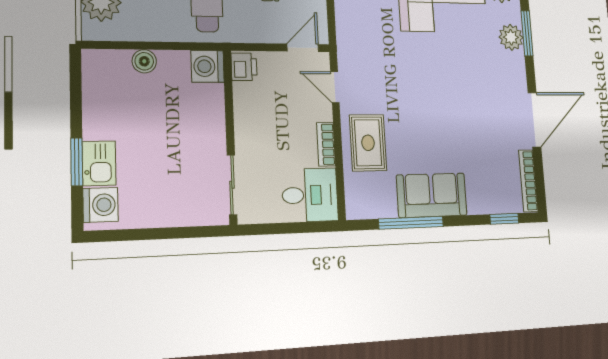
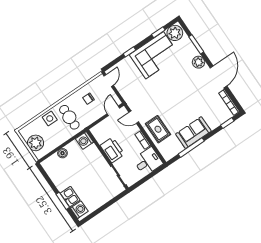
plant: (511, 37) -> (198, 62), moved
printer: (244, 67) -> (112, 150), moved, width x1.87, depth x1.48

